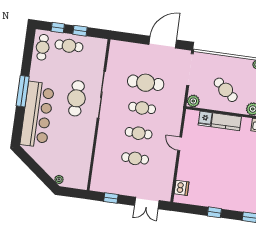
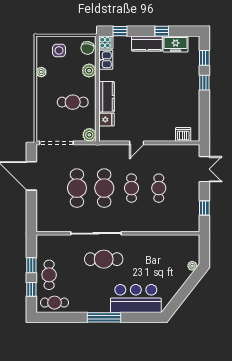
cafe table: (226, 90) -> (73, 102), turned 51
cafe table: (142, 108) -> (104, 188), width x1.37, depth x1.35
bar counter: (37, 114) -> (136, 298), width x0.73
window: (214, 212) -> (204, 83), moved

